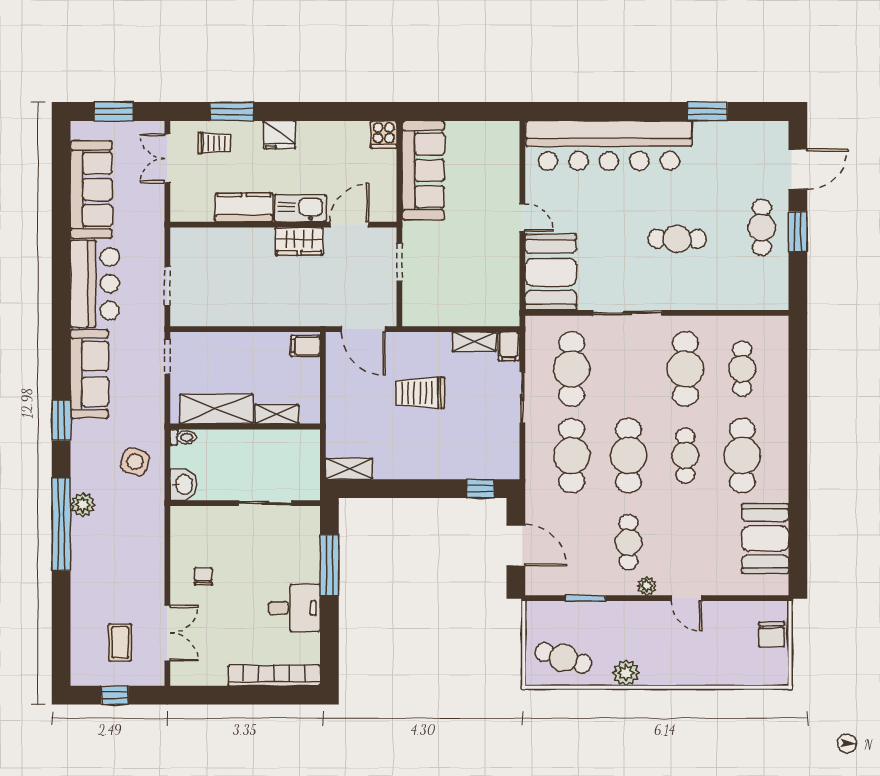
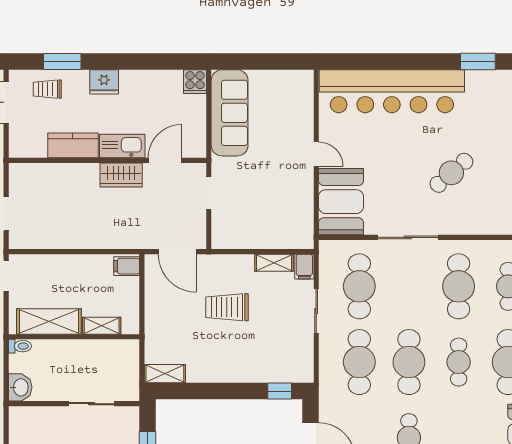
trolley: (215, 143) -> (47, 89), turned 180
cafe table: (677, 239) -> (451, 173), turned -41

